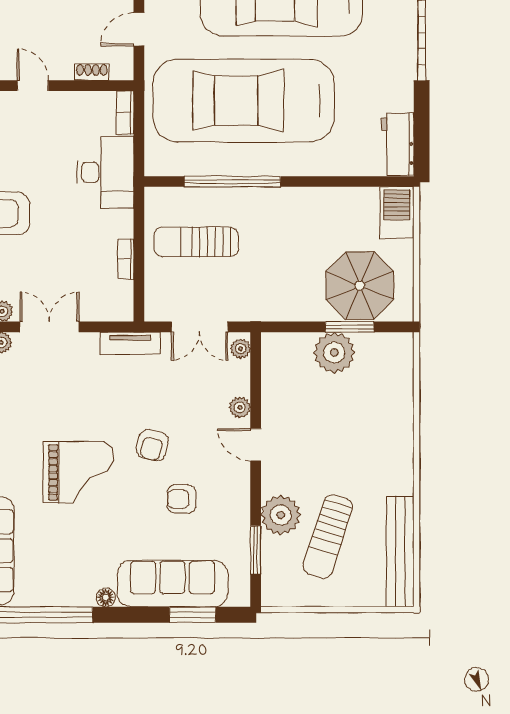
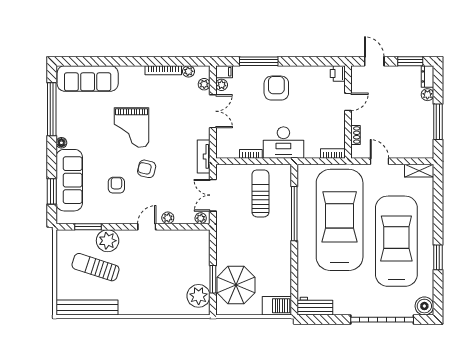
desk: (105, 172) -> (283, 143), moved
plant: (334, 352) -> (199, 296), moved

